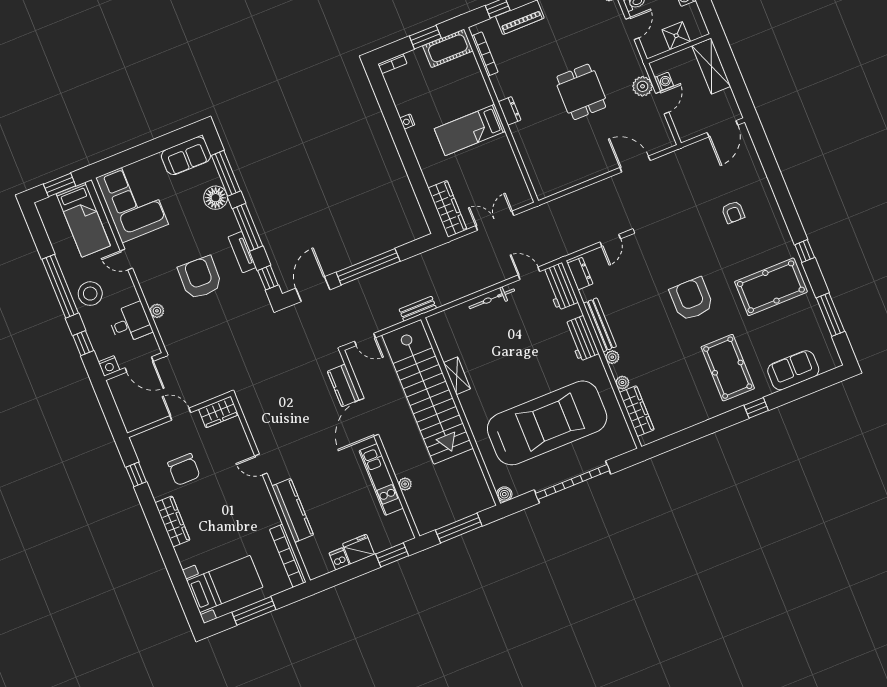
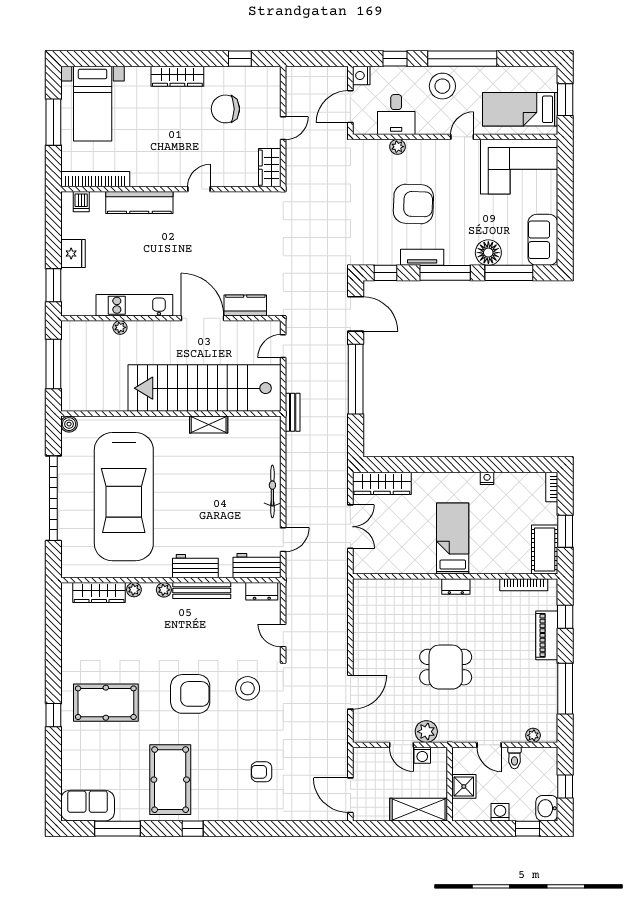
stool: (667, 252) -> (248, 688), added
sofa: (793, 370) -> (88, 806), moved, turned -90
dishwasher: (339, 559) -> (81, 202), moved, turned 90

